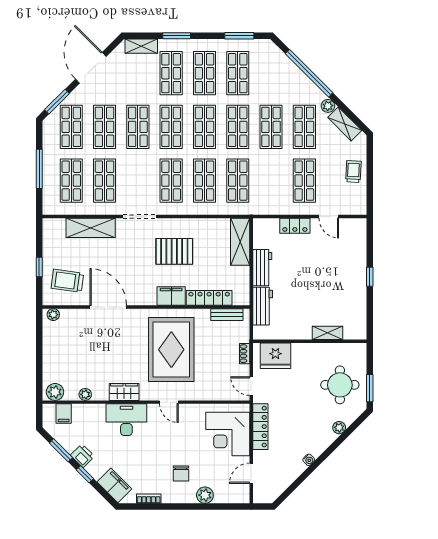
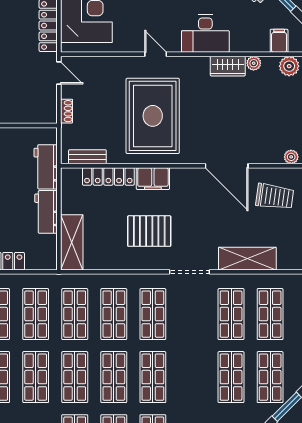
shop shelf: (138, 127) -> (36, 314), moved
fridge: (275, 356) -> (30, 109), removed
wardrobe: (124, 392) -> (228, 66), moved

